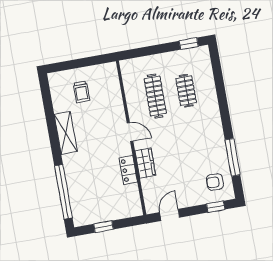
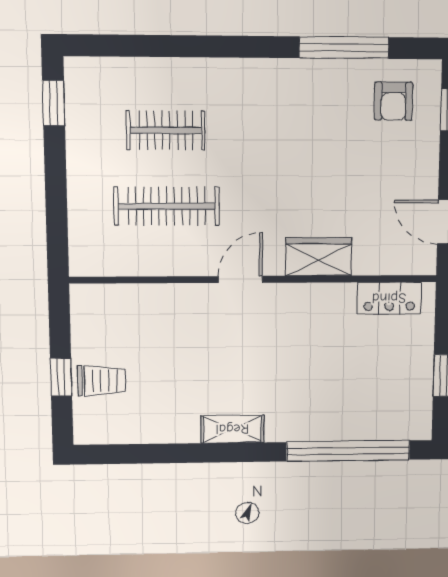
window: (75, 64) -> (61, 377), added
trolley: (81, 92) -> (101, 381), moved
shelving: (66, 133) -> (232, 429), width x0.67, depth x0.75
locker: (128, 170) -> (389, 298), moved

